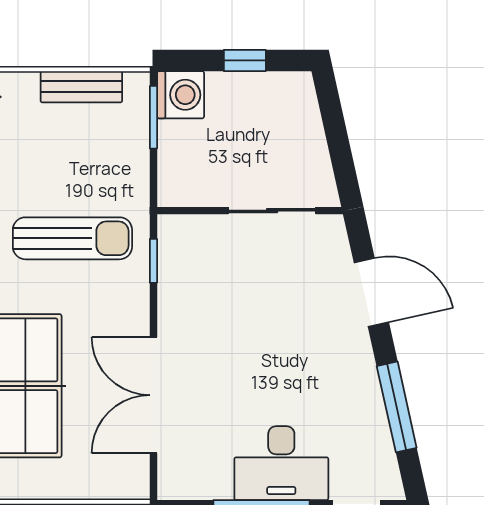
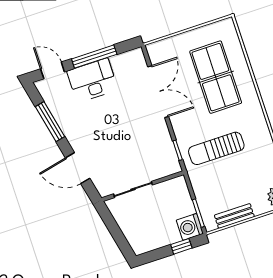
window: (245, 60) -> (181, 246), moved

